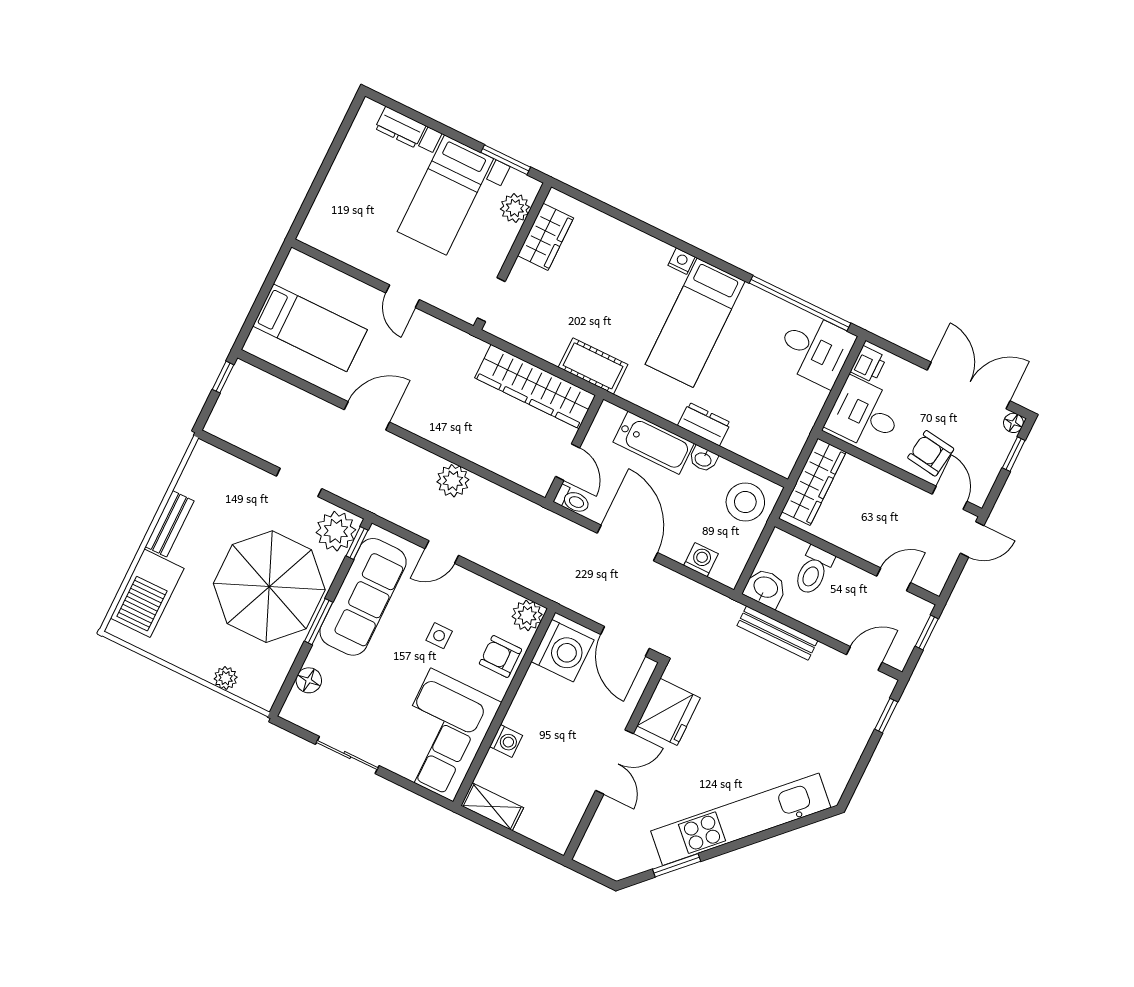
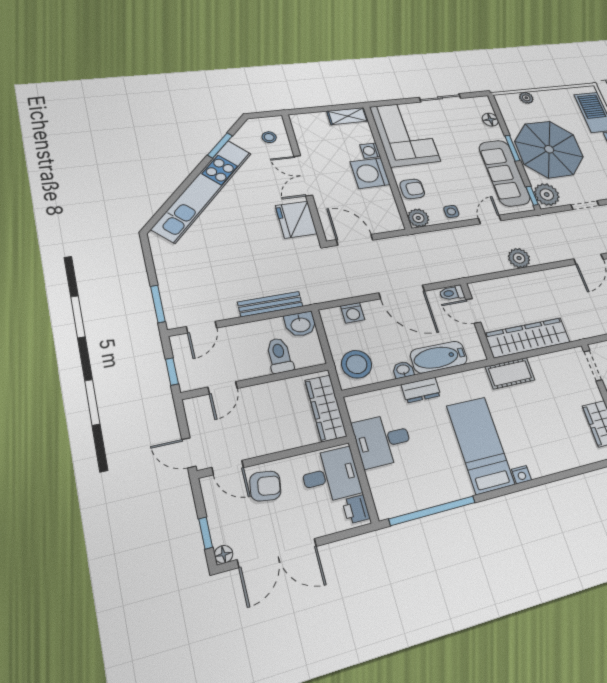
desk: (815, 349) -> (383, 440), moved
door: (972, 539) -> (189, 453), hinge flipped
side table: (439, 636) -> (451, 211), moved
washing machine: (563, 651) -> (370, 173), moved
window: (886, 716) -> (158, 304), width x1.50
stool: (612, 839) -> (269, 137), added

